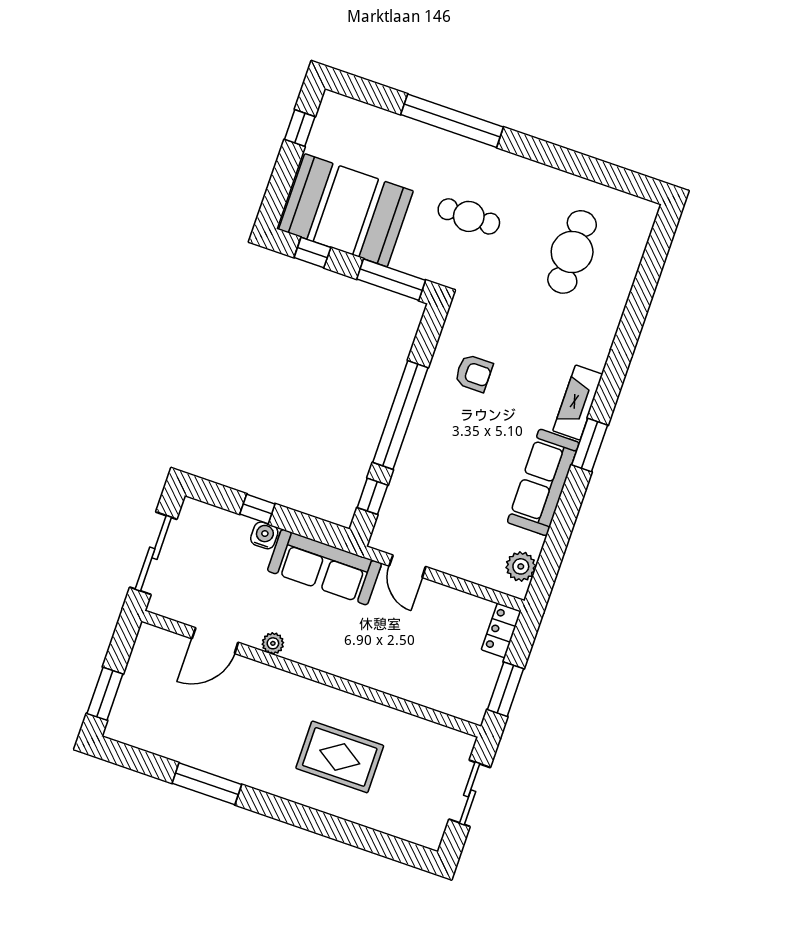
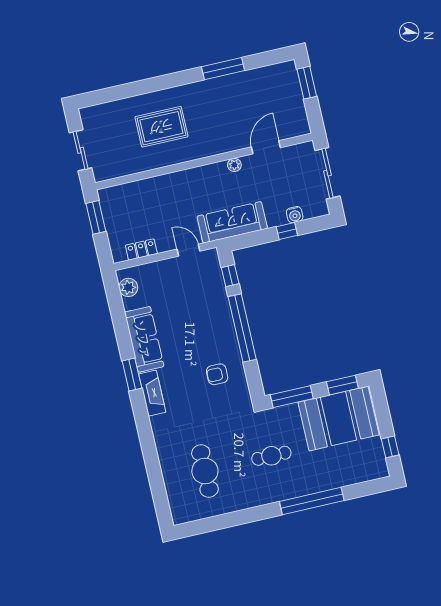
window: (312, 253) -> (342, 385), width x1.50
water cooler: (264, 535) -> (295, 215), moved
locker: (501, 630) -> (141, 249), moved, turned -90

